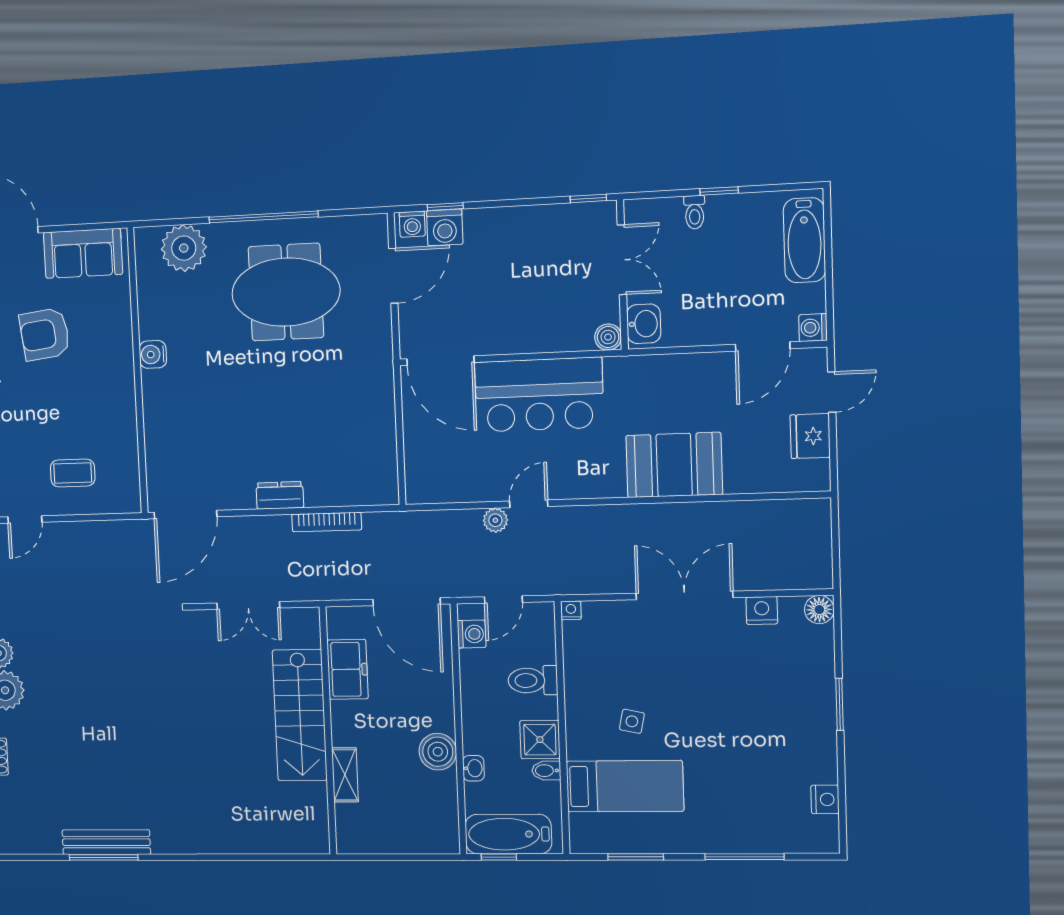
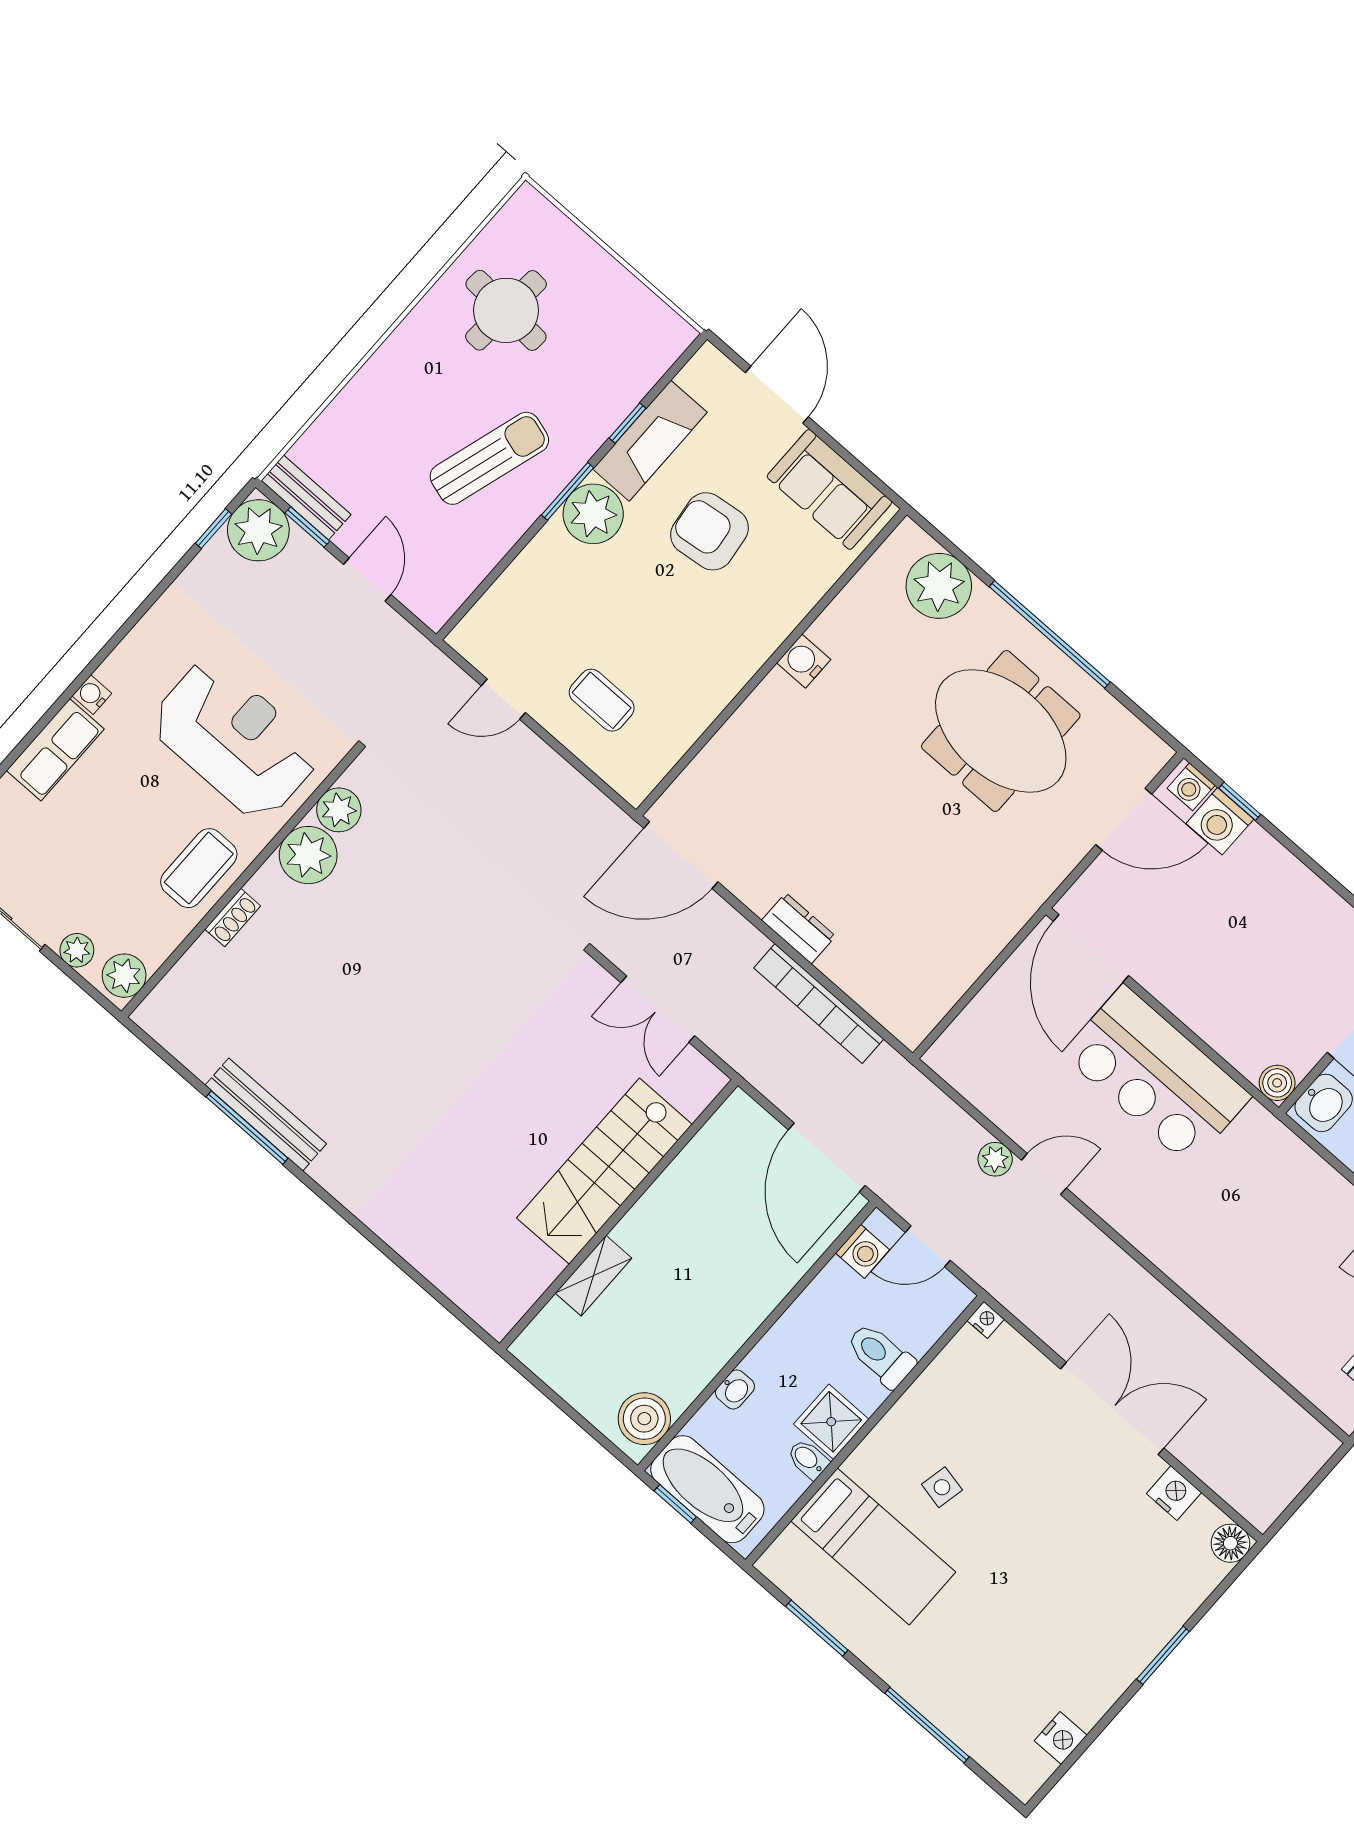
booth: (674, 465) -> (1223, 1270), removed
bookcase: (327, 522) -> (819, 1004), width x1.48, depth x1.31
freezer: (347, 669) -> (700, 1170), removed
boiler: (438, 752) -> (644, 1419), moved

